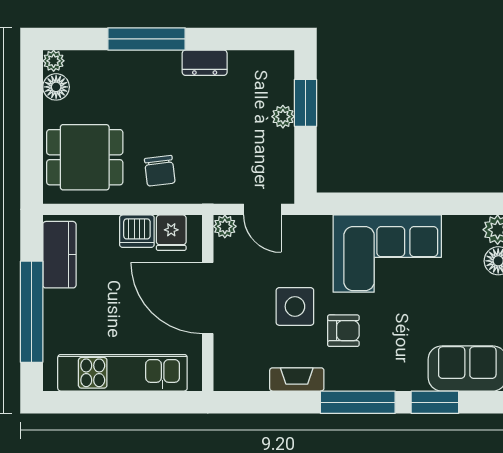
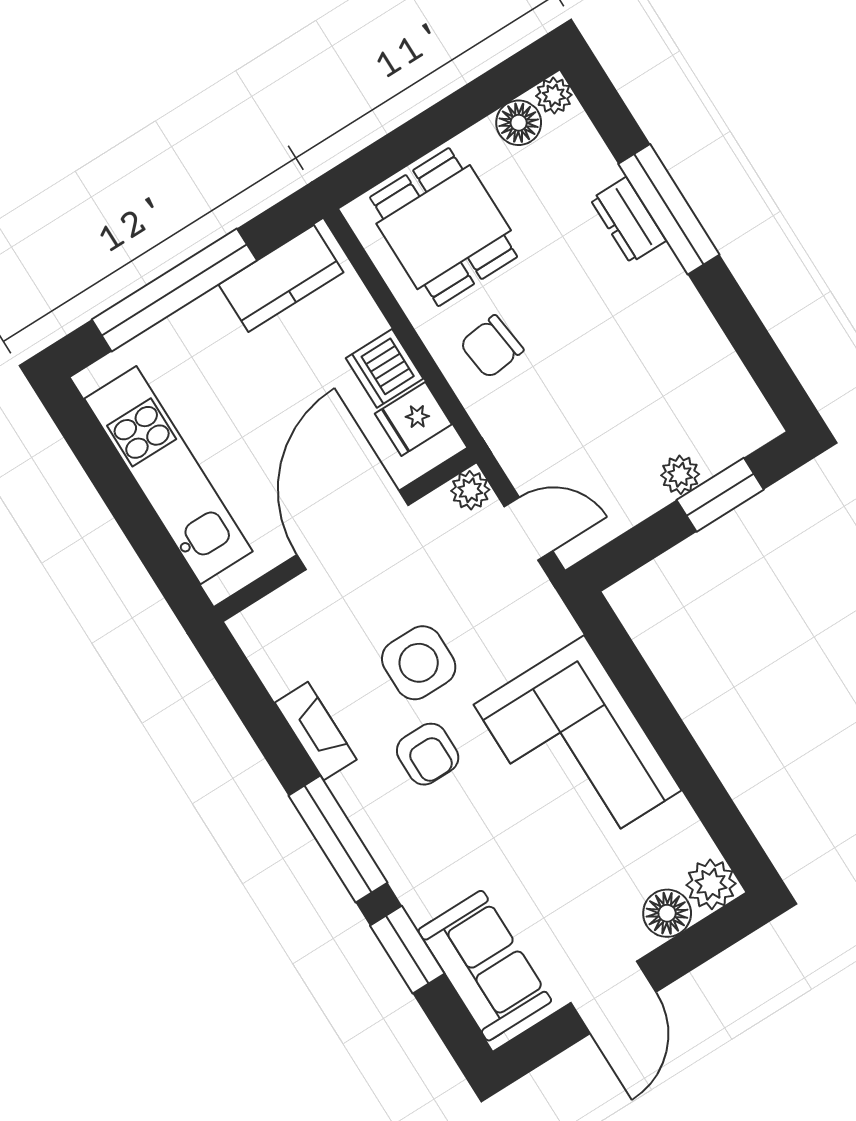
dresser: (205, 63) -> (628, 220), moved
door: (262, 209) -> (529, 529), swing flipped

